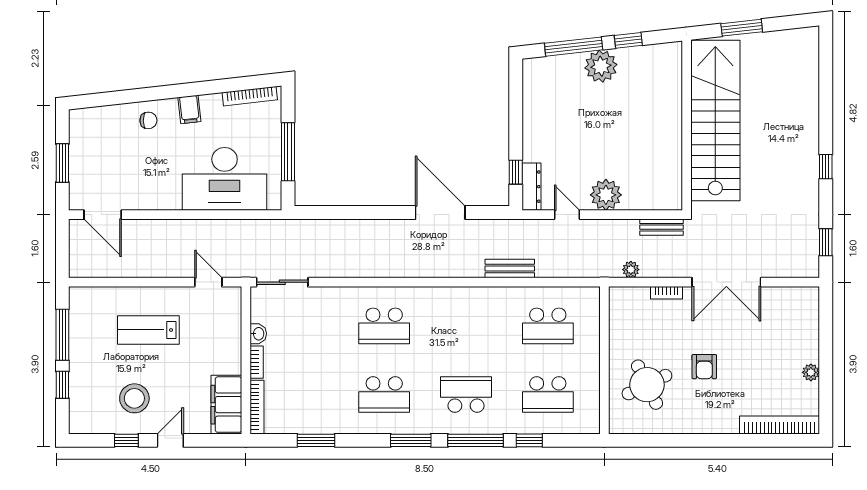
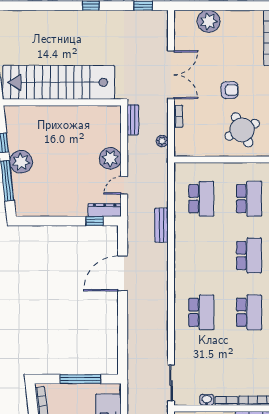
plant: (811, 372) -> (209, 21), moved, width x1.88, depth x1.88
school desk: (466, 395) -> (249, 256), turned 180

